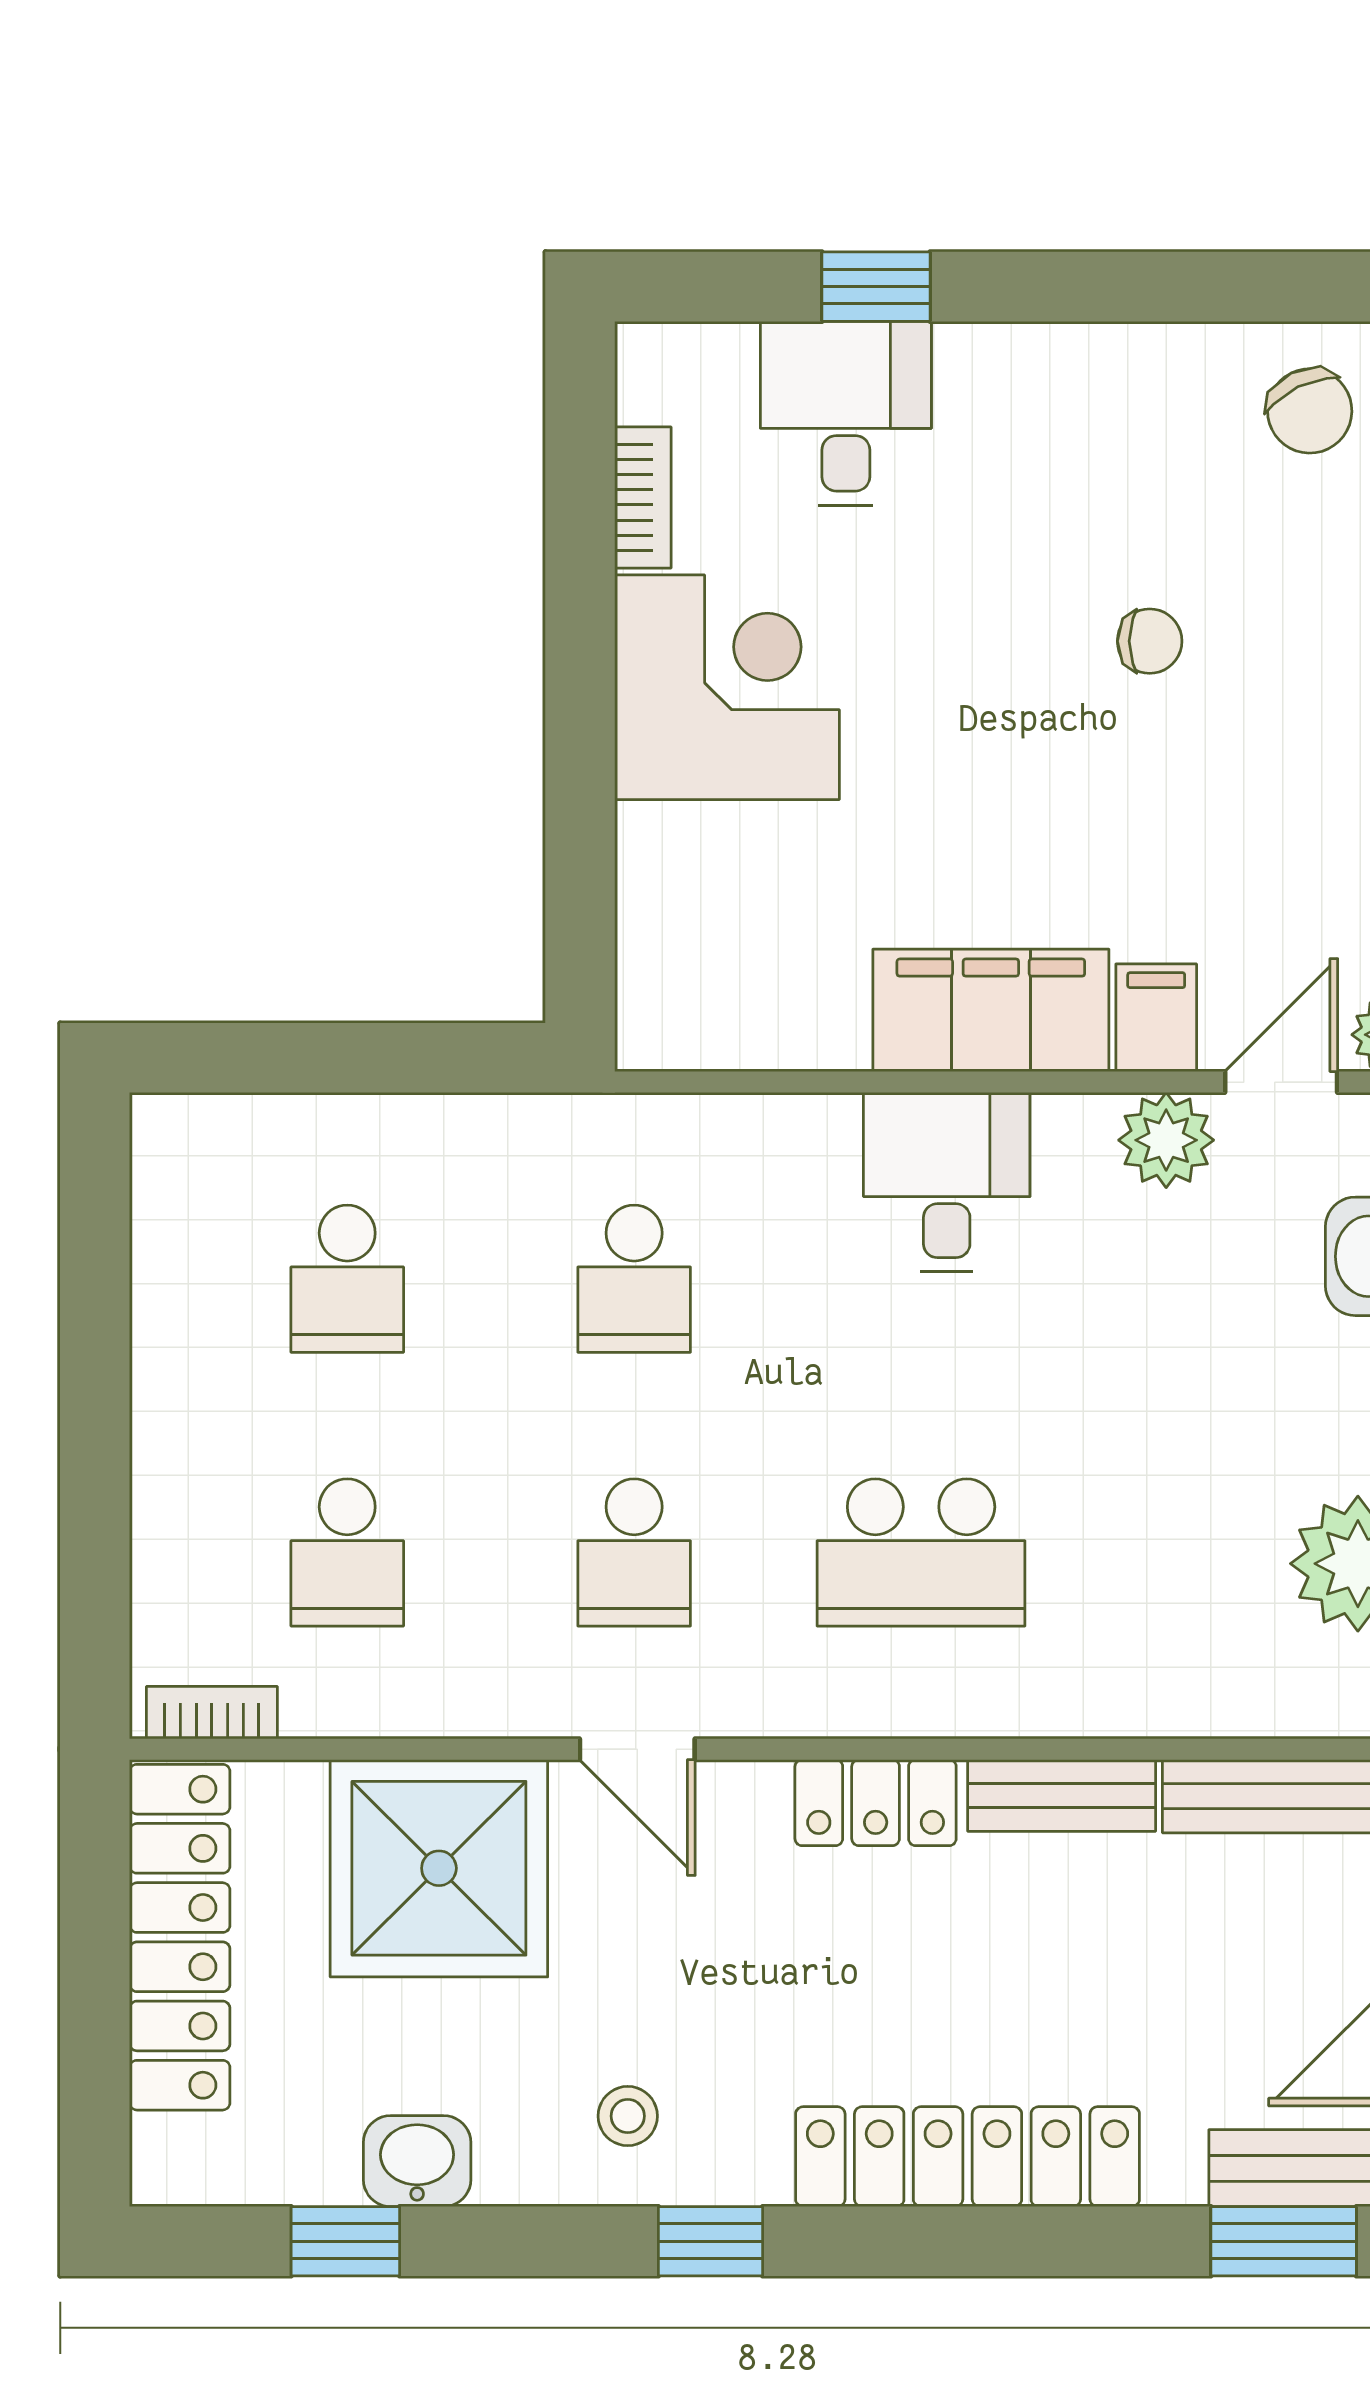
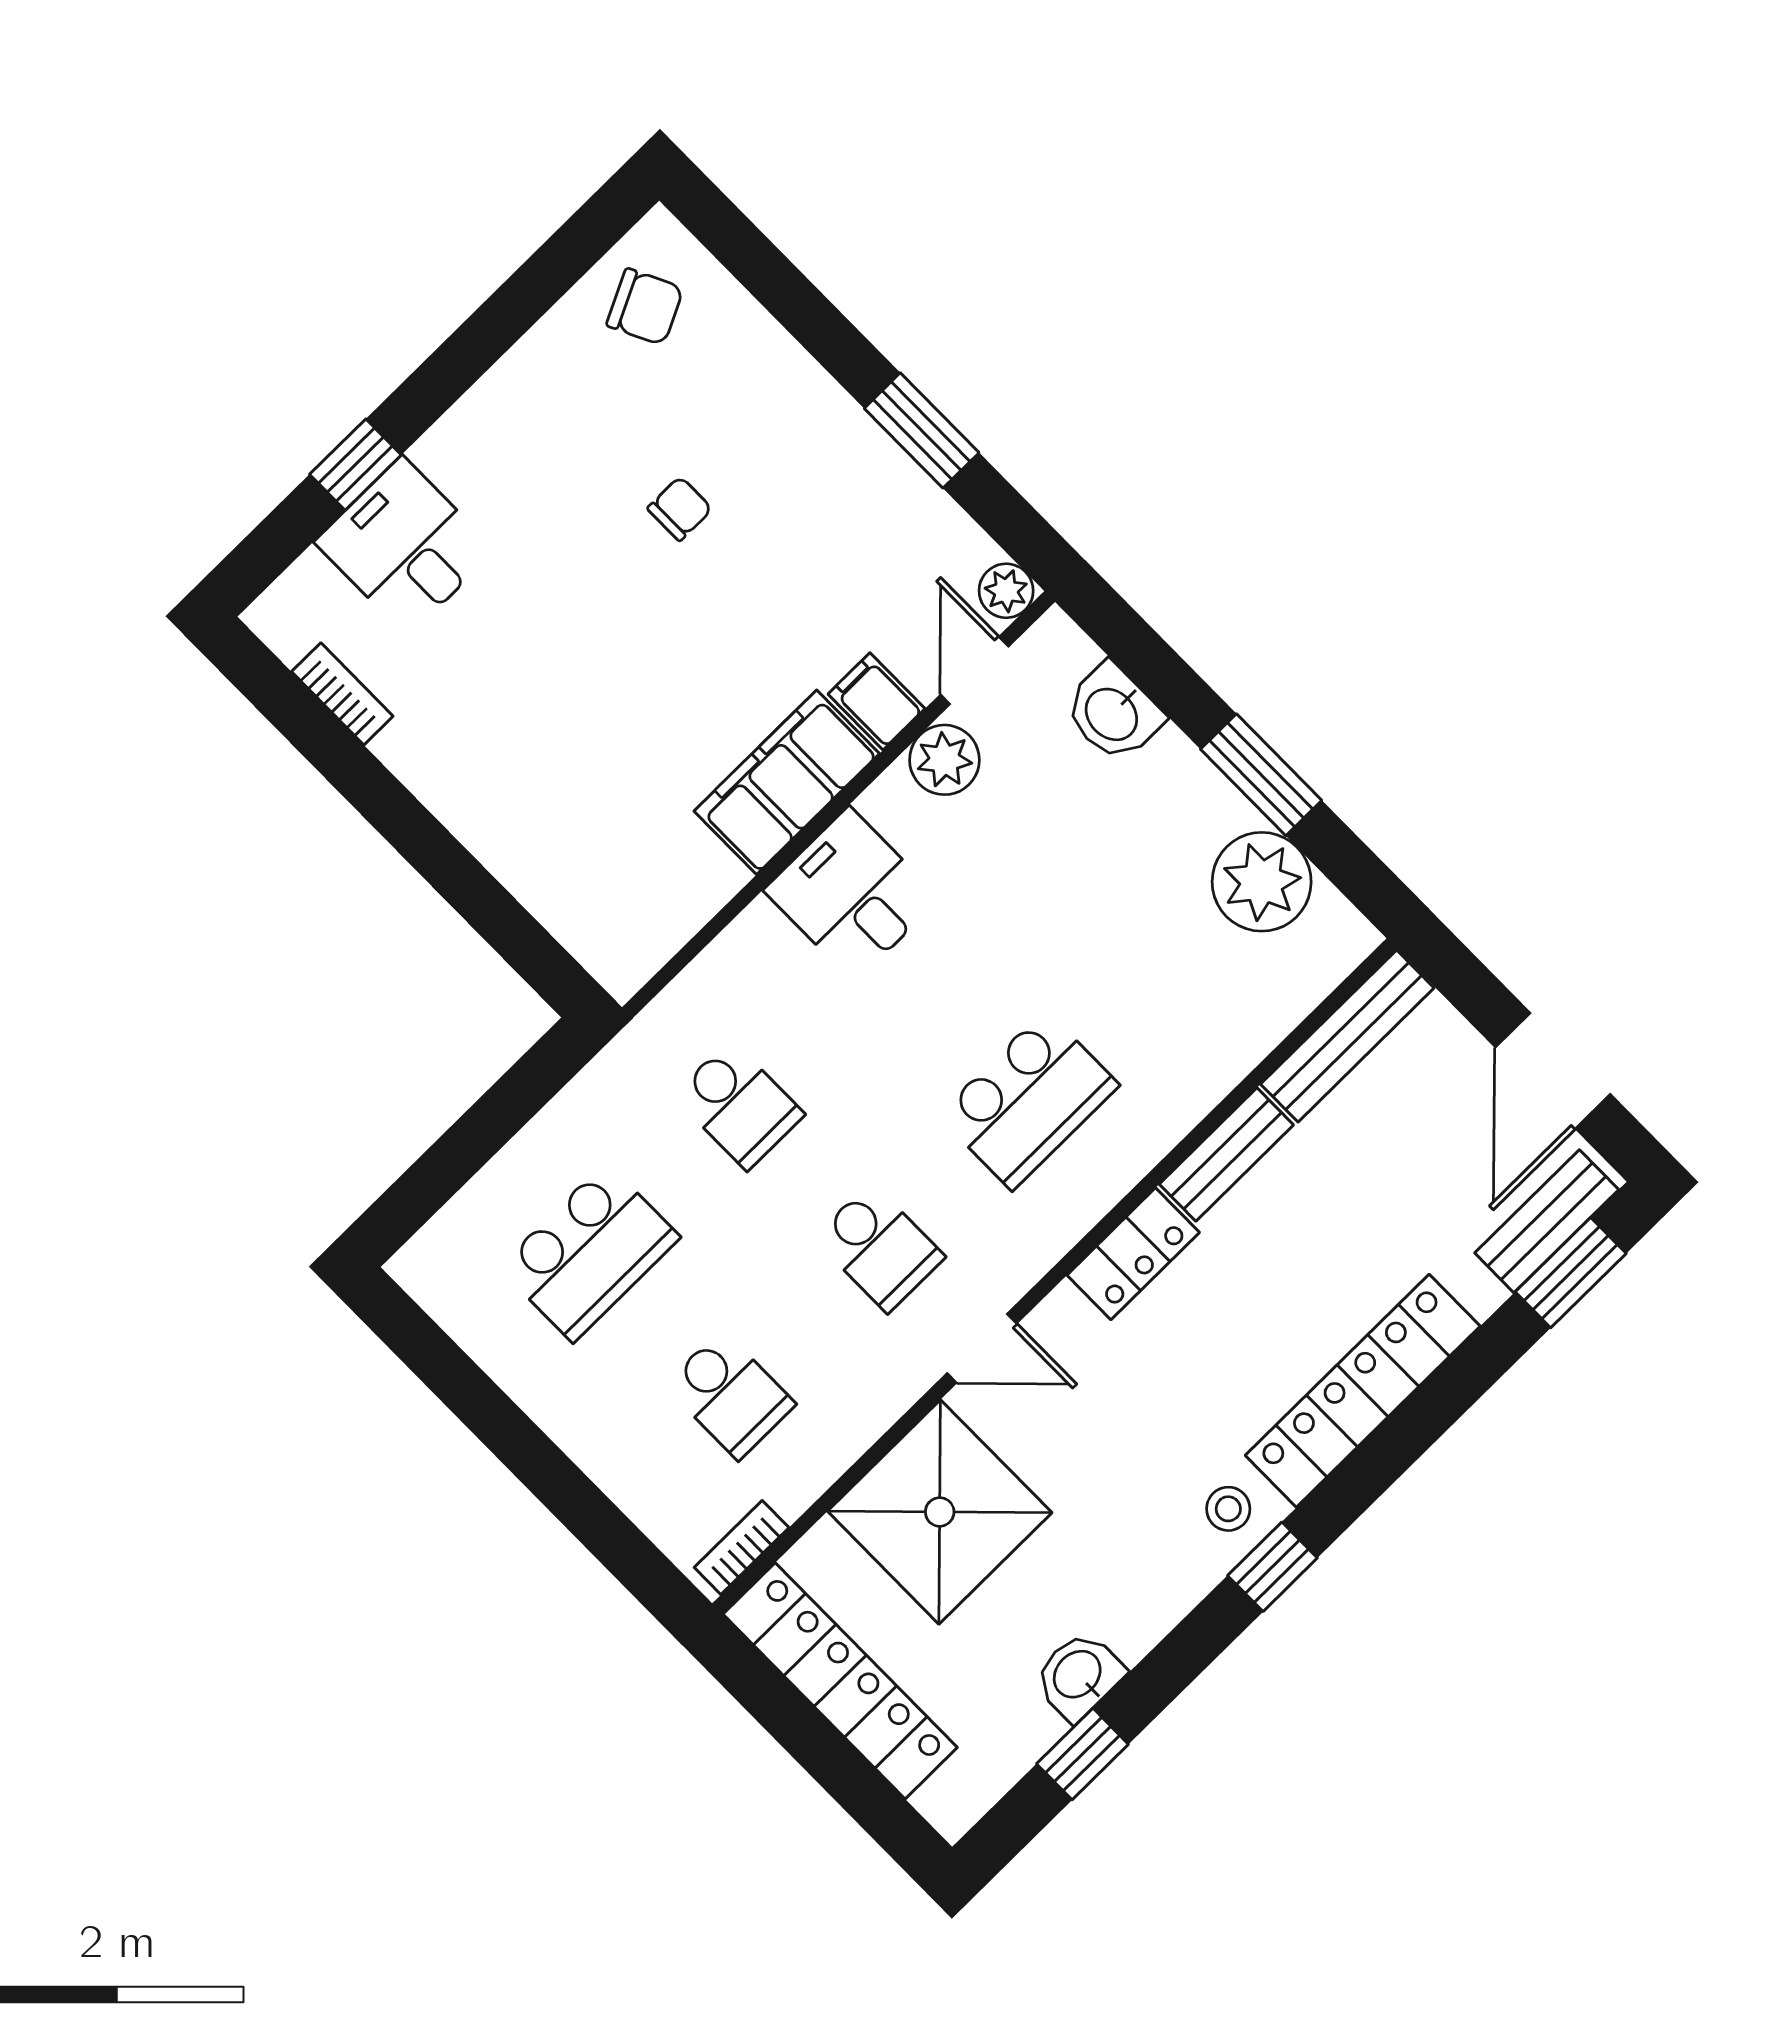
corner desk: (727, 687) -> (484, 750), removed
school desk: (347, 1279) -> (589, 1252), width x1.85
stool: (628, 2116) -> (1228, 1509), moved

